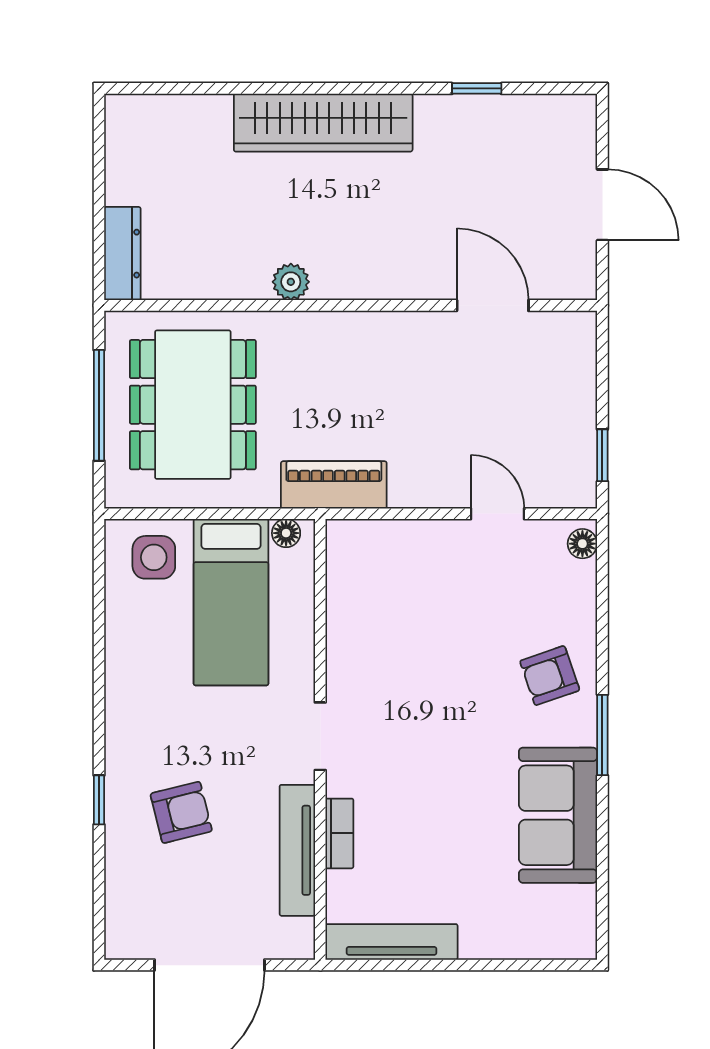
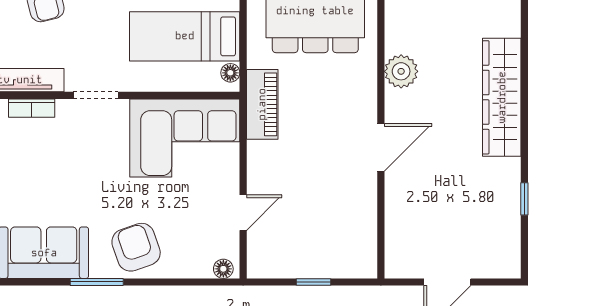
plant: (291, 282) -> (401, 71), width x1.38, depth x1.38
door: (493, 305) -> (381, 147), moved
window: (602, 455) -> (313, 282), moved
corner sofa: (385, 602) -> (185, 138), added
armchair: (550, 676) -> (136, 247), width x1.38, depth x1.38

